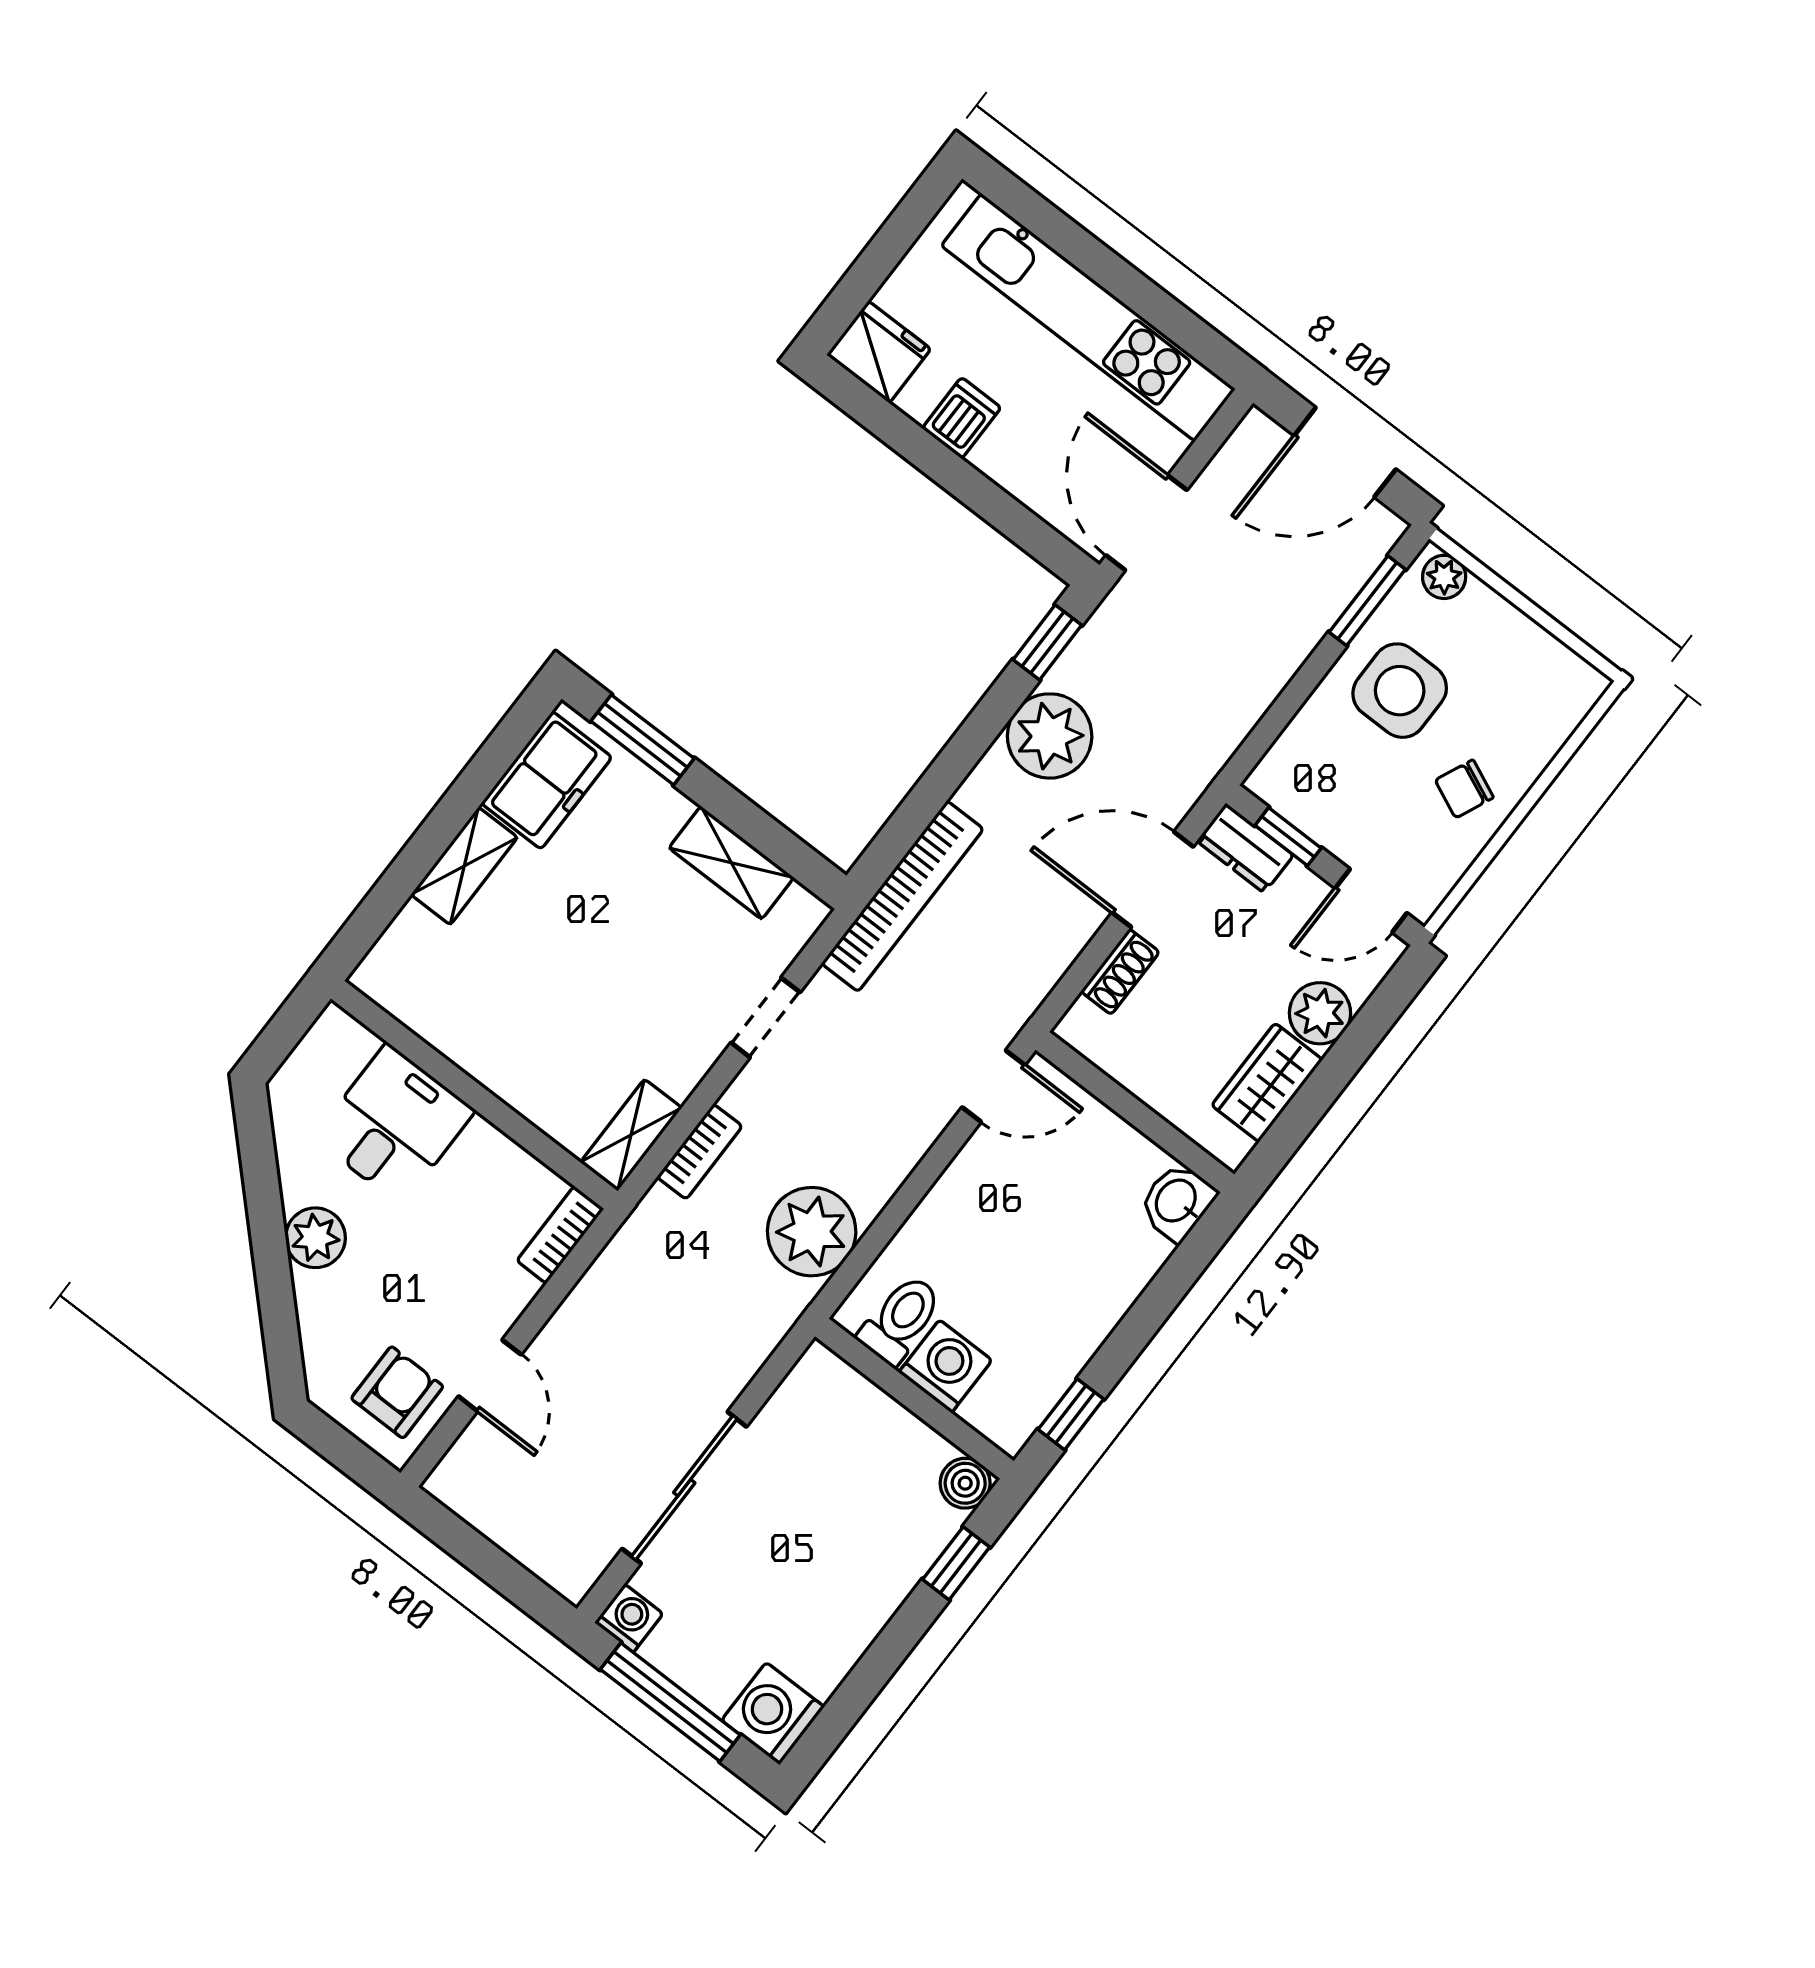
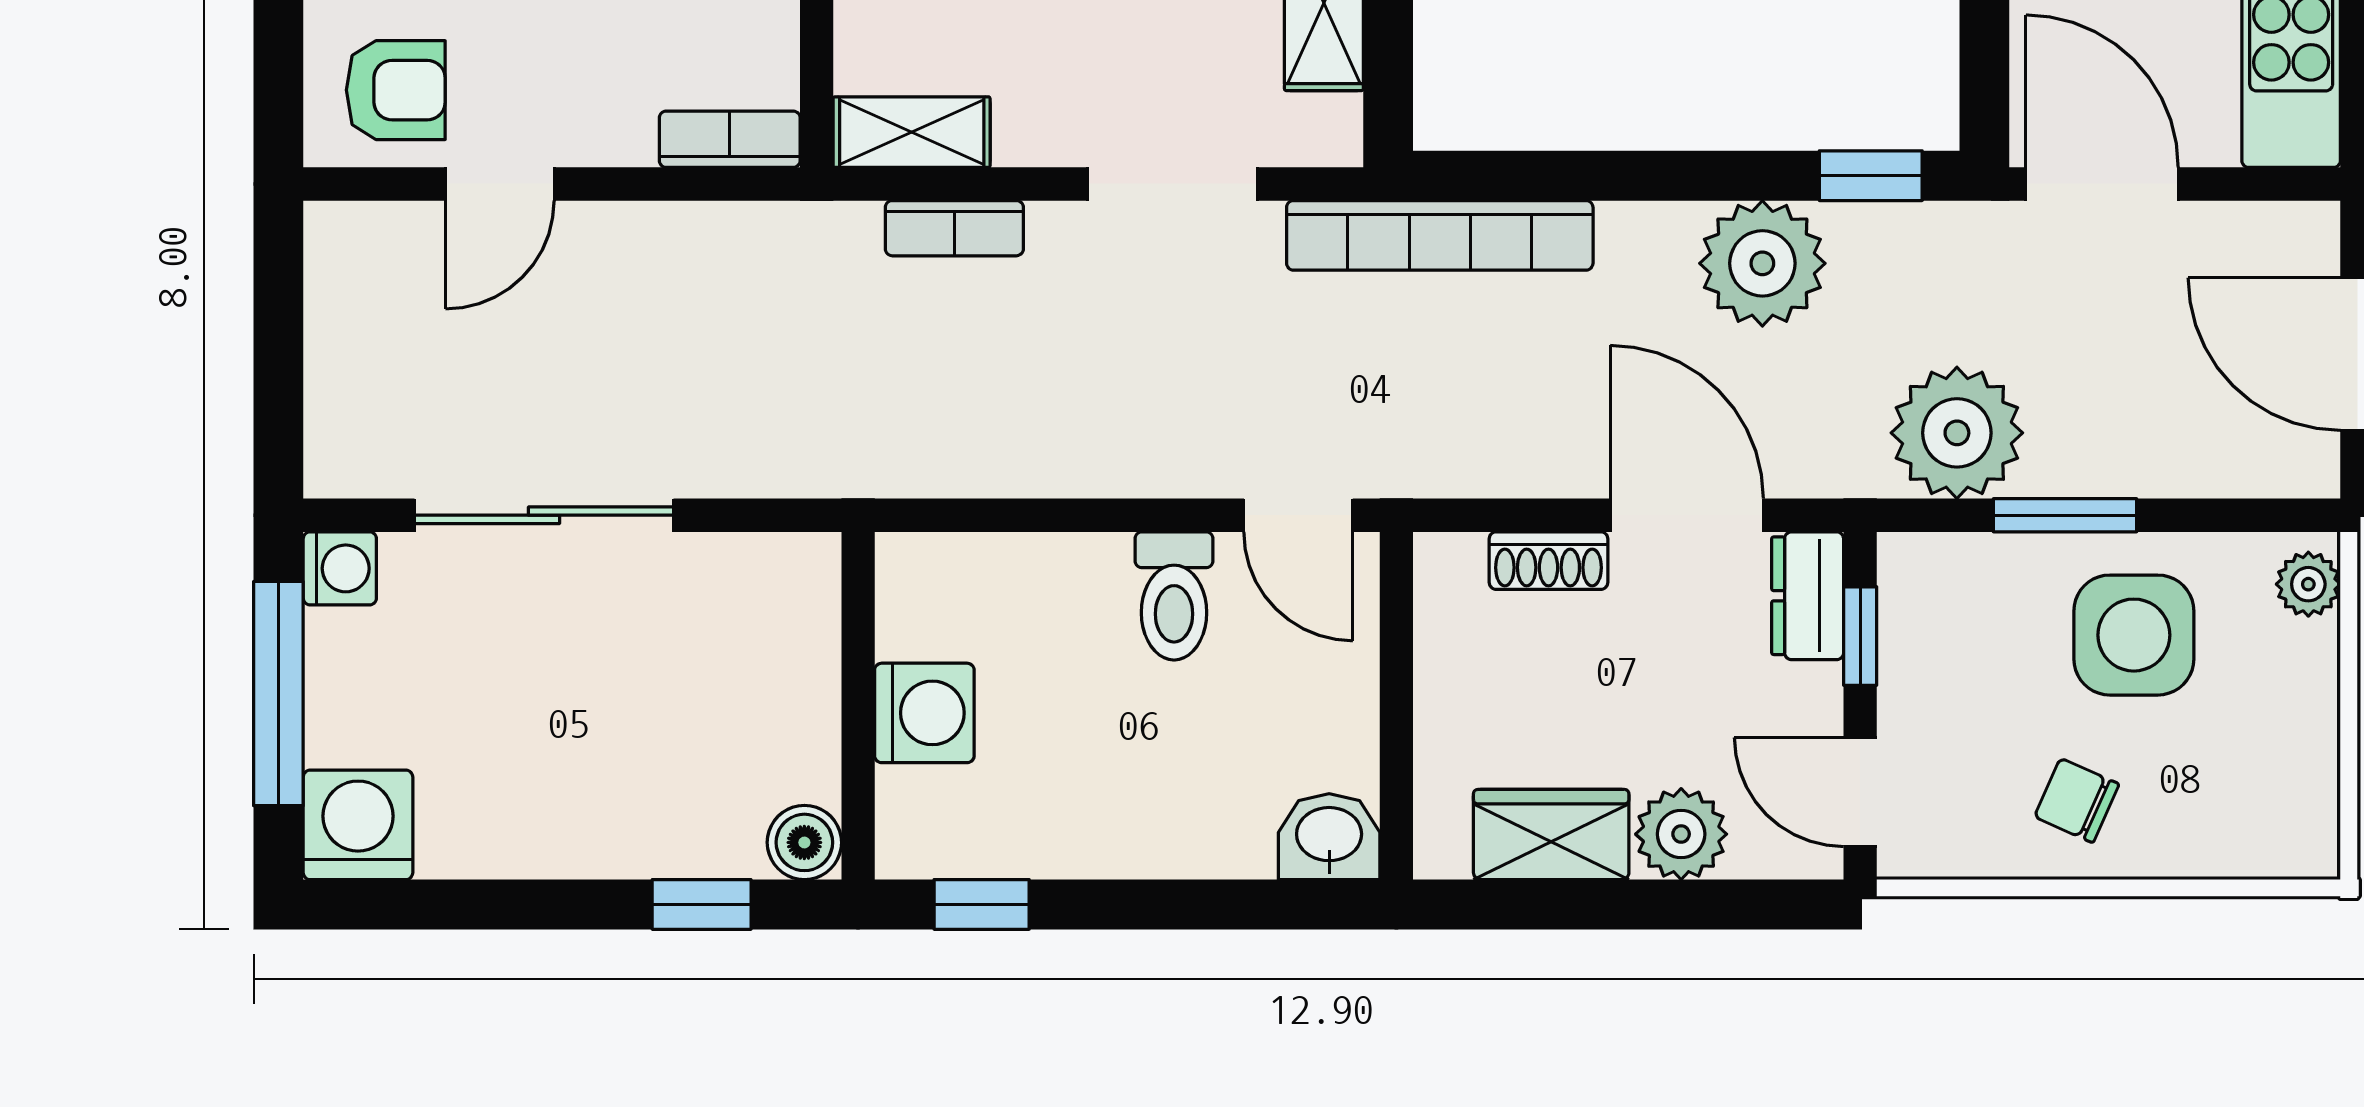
door: (1147, 523) -> (2102, 184), hinge flipped
window: (1367, 601) -> (2065, 515), moved
doorway: (766, 1017) -> (1172, 184), width x1.38
plant: (812, 1232) -> (1957, 433), moved
toilet: (901, 1320) -> (1174, 596), moved, turned 90

